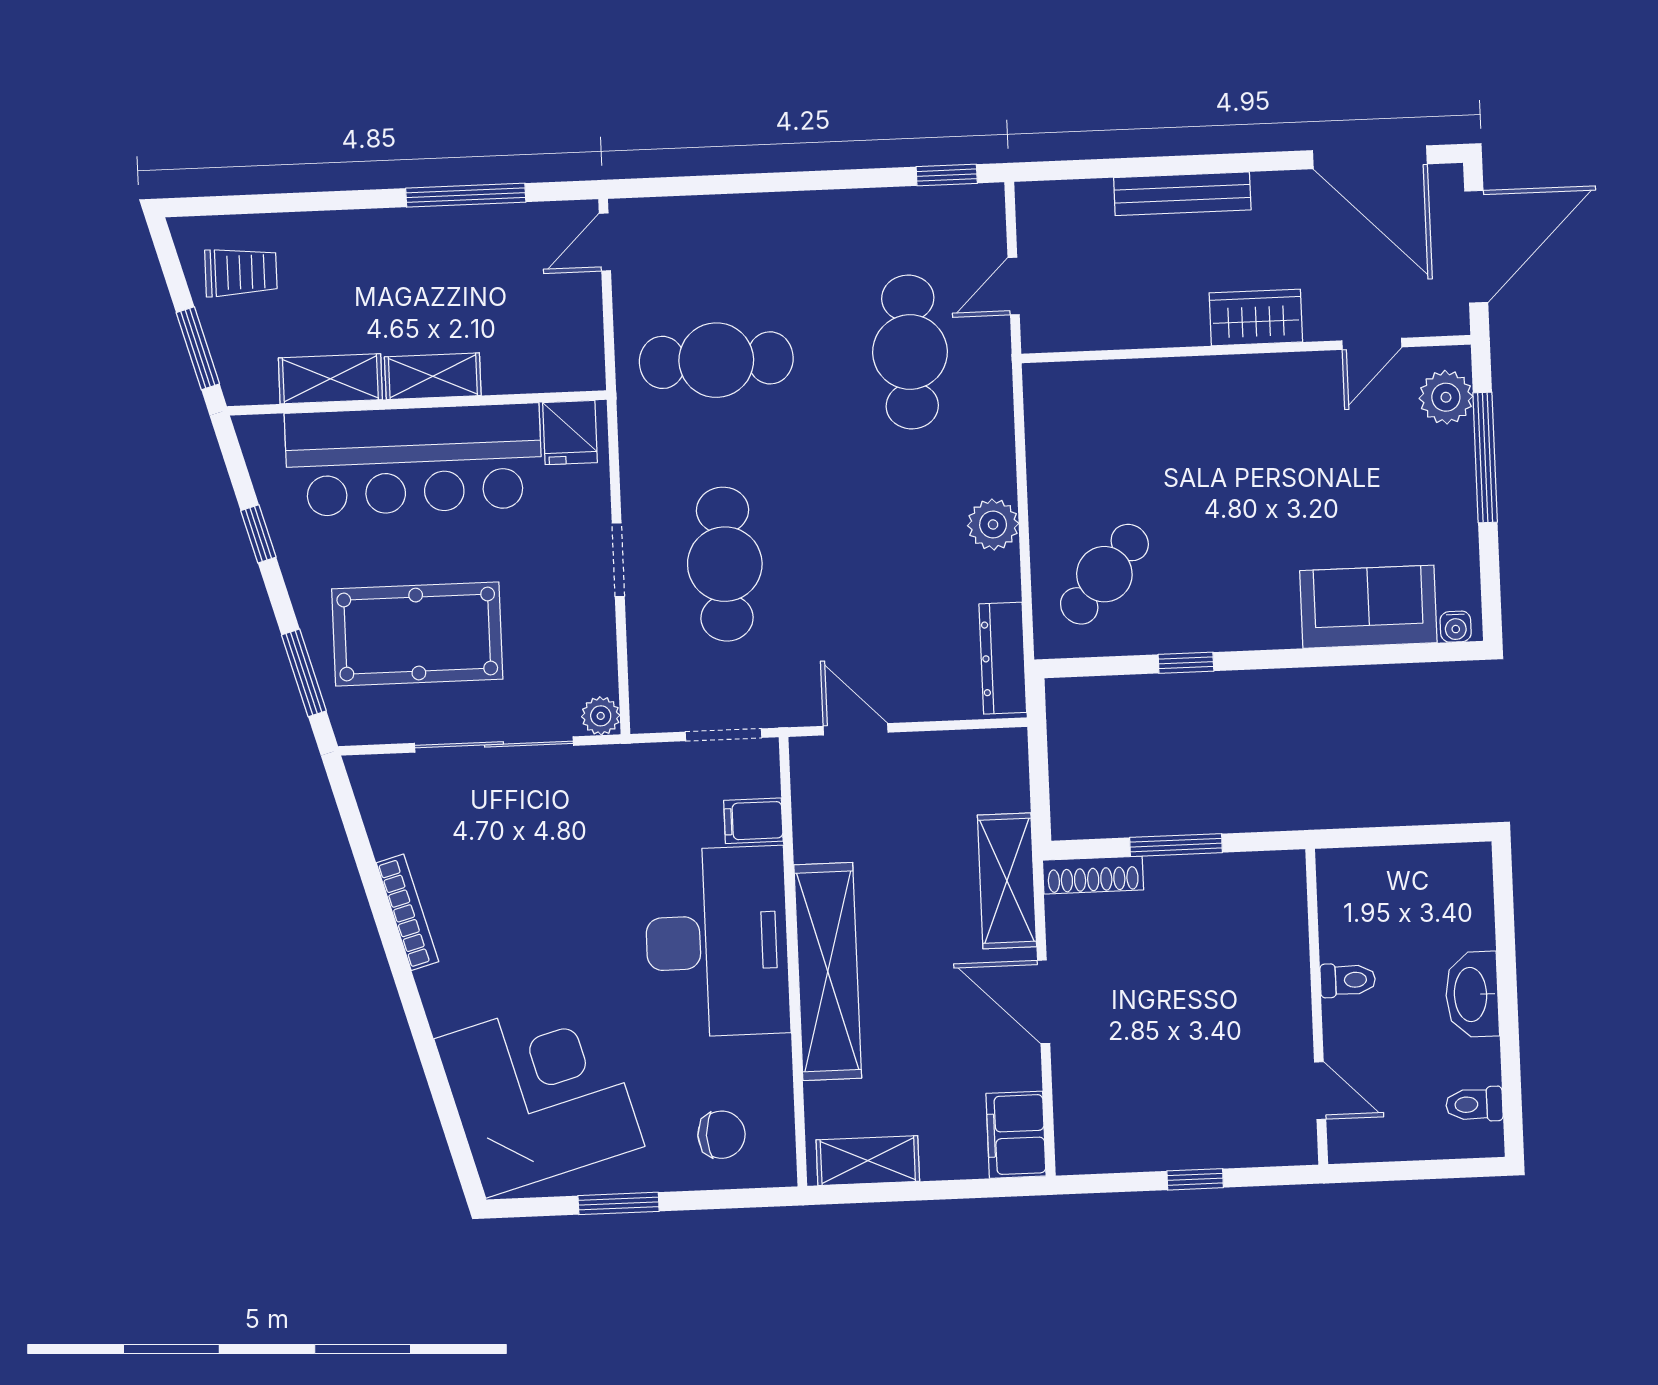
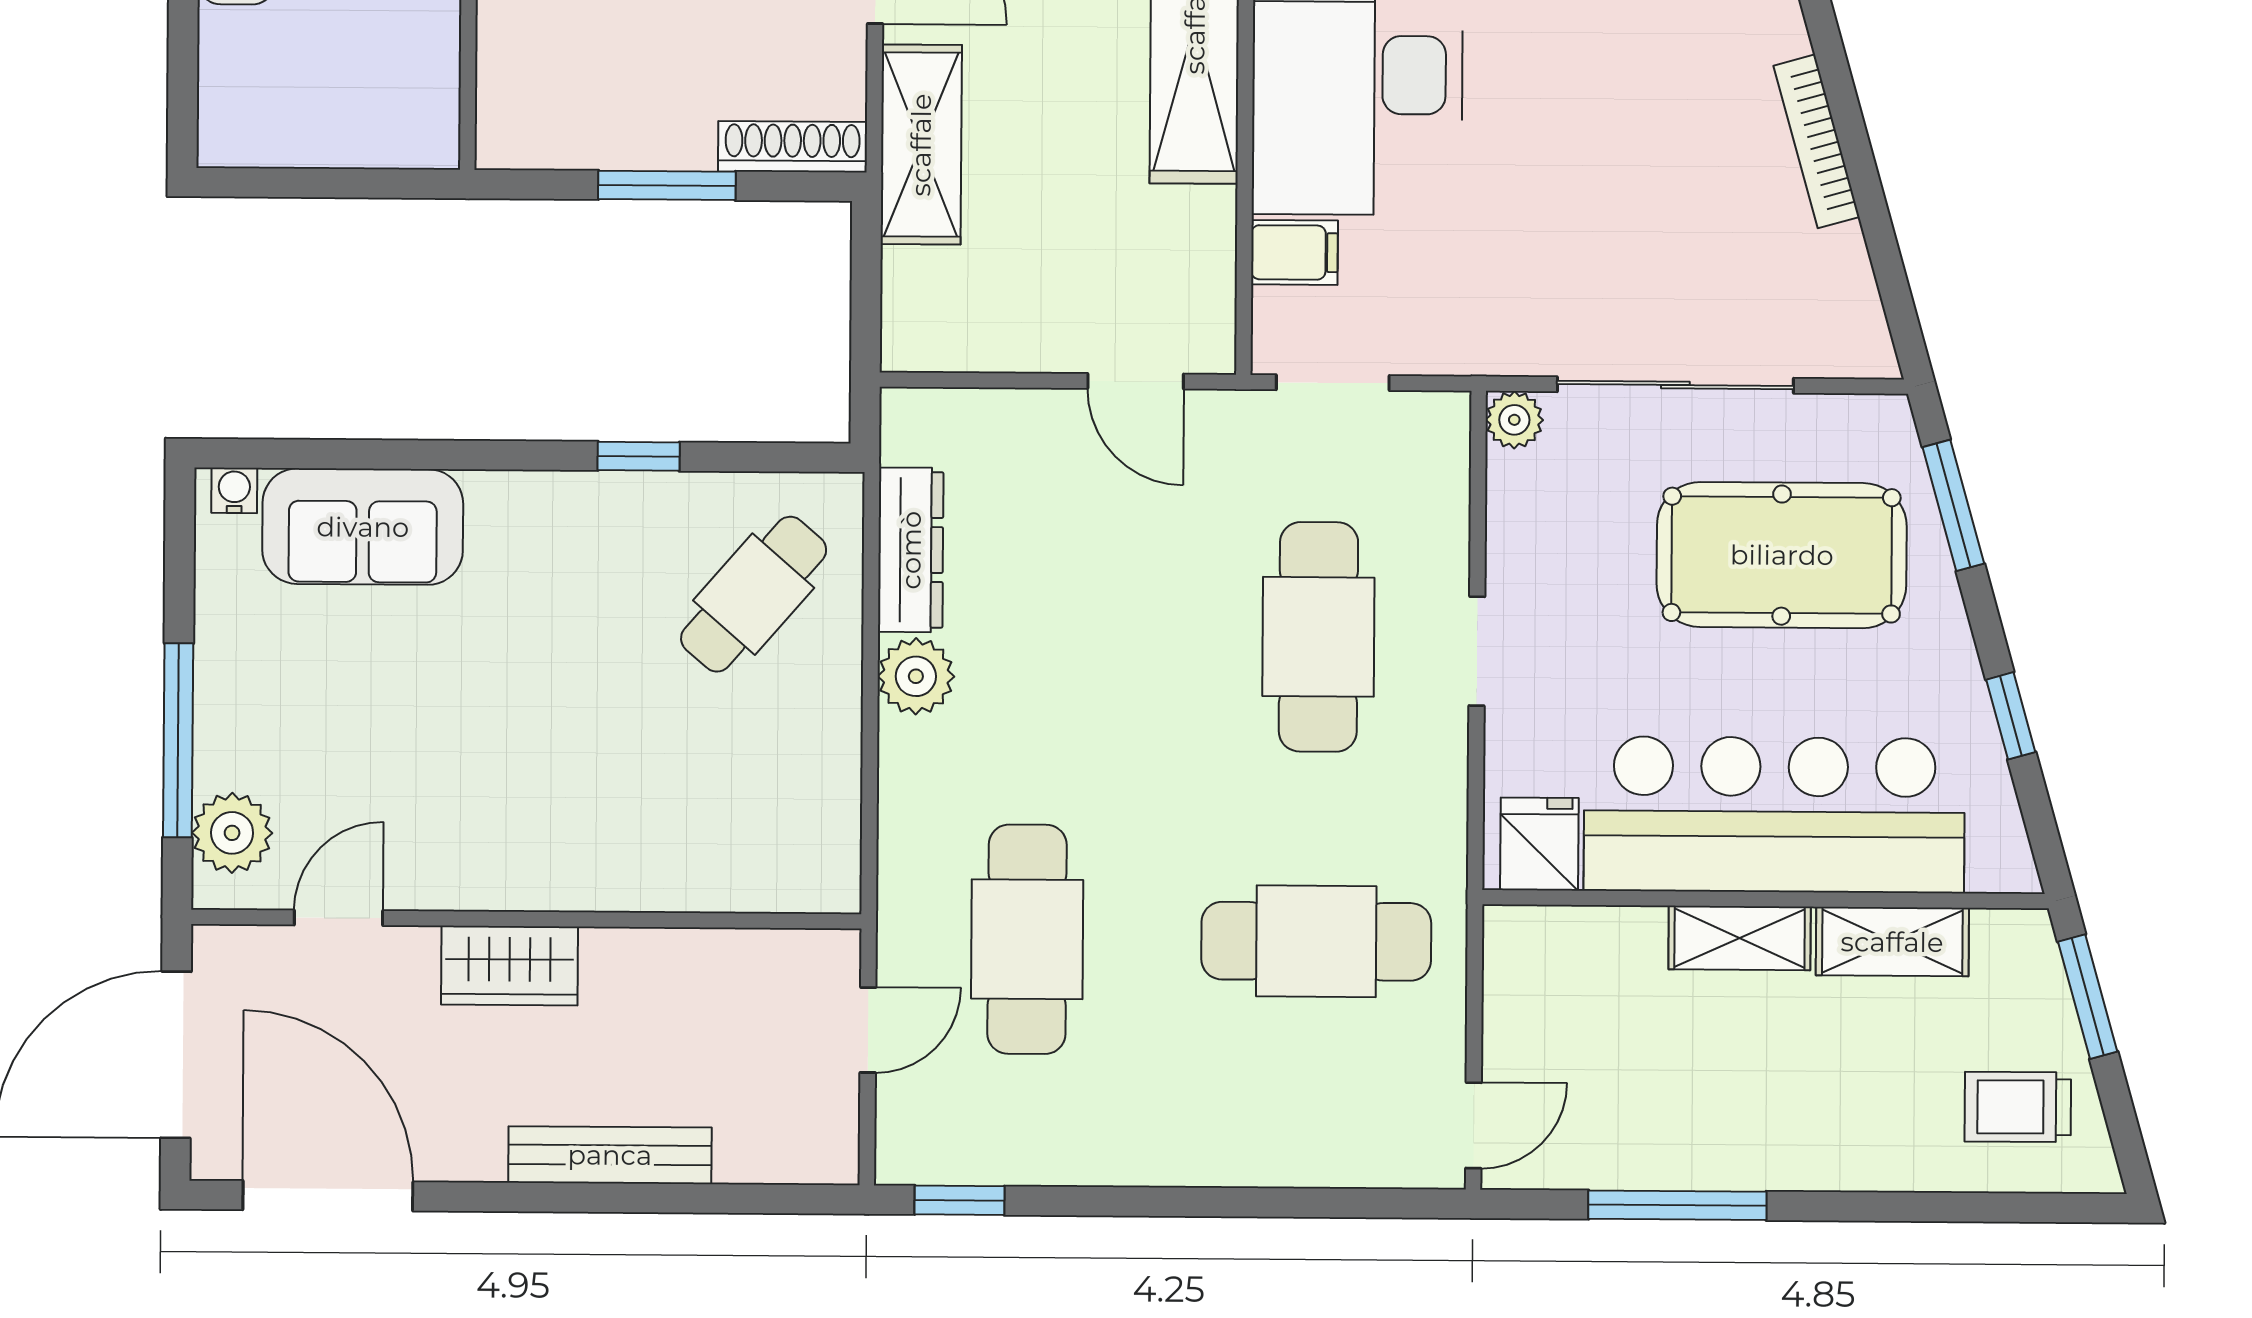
dresser: (1003, 658) -> (911, 550), moved

